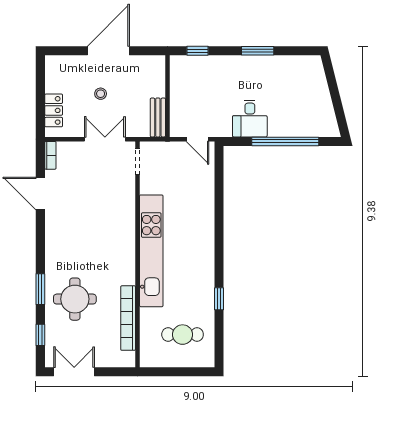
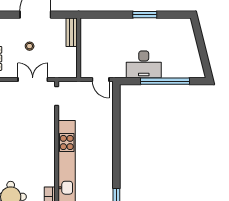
window: (198, 51) -> (101, 15), removed
bench: (158, 117) -> (72, 32), moved
desk: (250, 119) -> (144, 64), width x1.37

